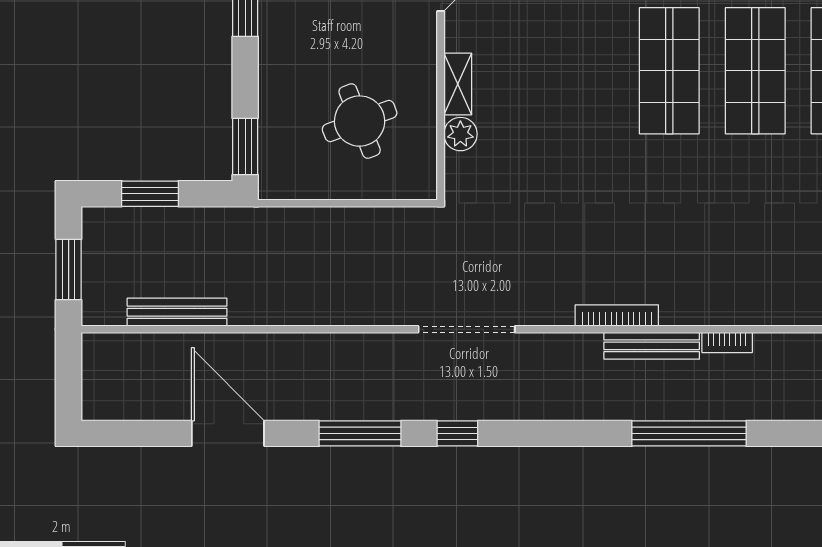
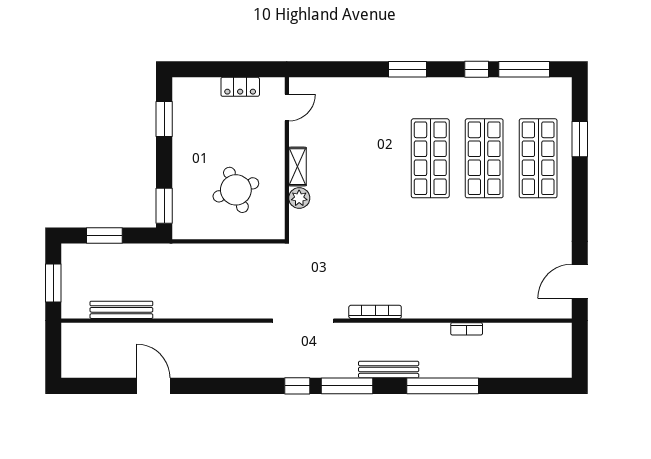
bookcase: (617, 316) -> (375, 312), moved
bench: (652, 346) -> (389, 370), moved
door: (228, 433) -> (153, 386), width x0.73
window: (360, 433) -> (347, 386), moved

